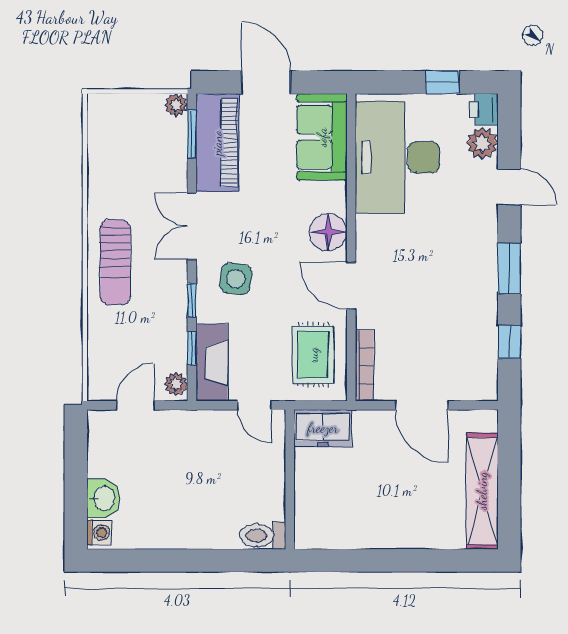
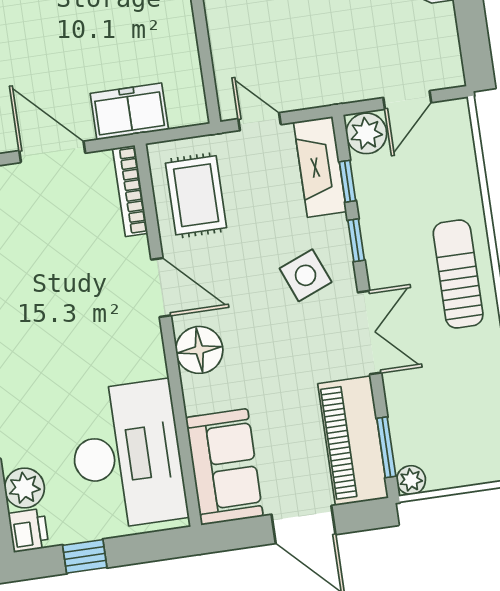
side table: (236, 279) -> (306, 275), turned -30
plant: (176, 384) -> (366, 133), width x1.38, depth x1.38
freezer: (323, 428) -> (129, 112), moved

